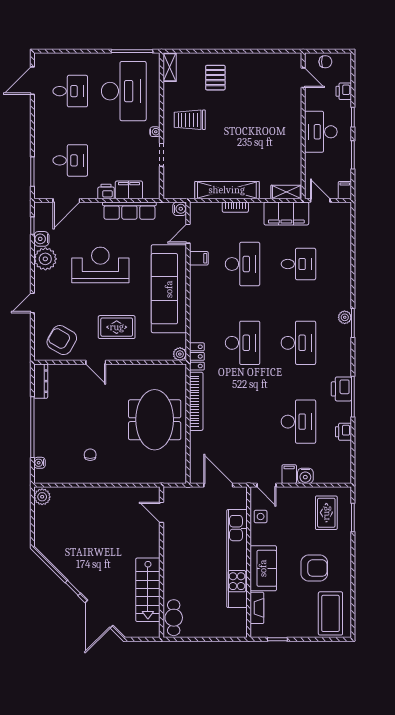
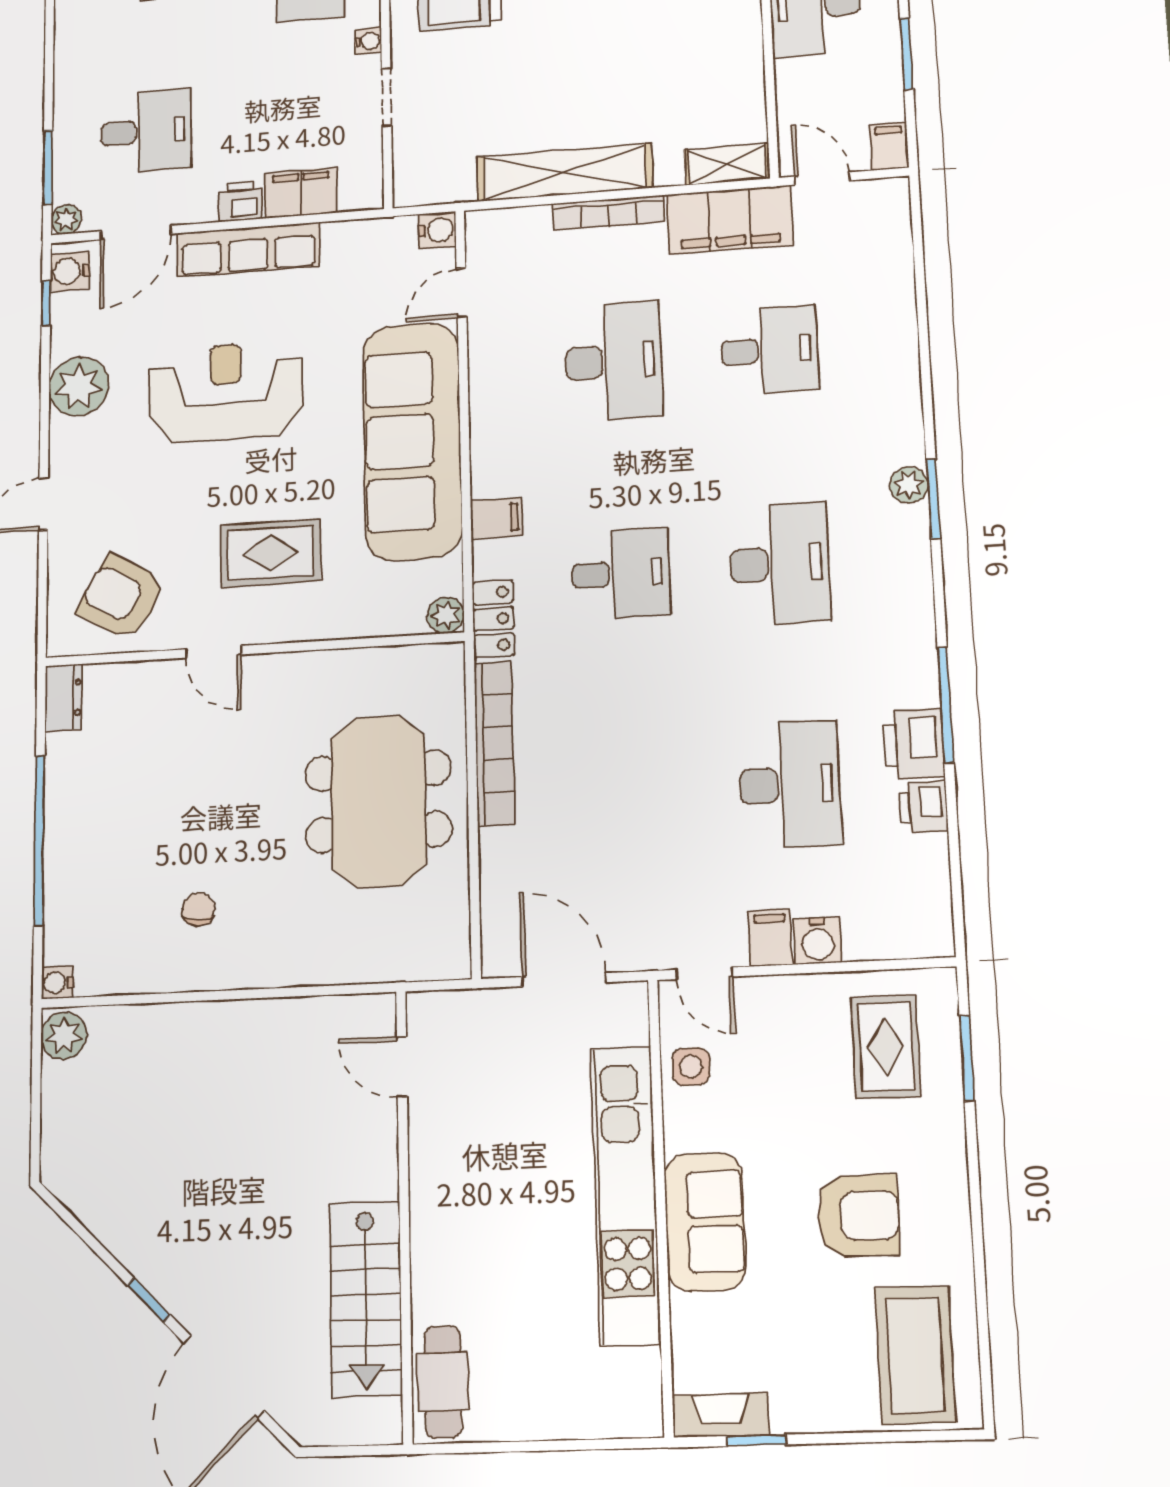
plant: (40, 193) -> (66, 219), added
bookcase: (235, 207) -> (609, 213), width x1.56
row of seats: (129, 211) -> (248, 250), moved
water cooler: (41, 239) -> (70, 271), moved
filing cabinet: (199, 258) -> (496, 518), moved
desk: (243, 343) -> (621, 574), width x0.73
dresser: (41, 381) -> (64, 698), width x0.70
printer: (341, 389) -> (914, 744), moved
water cooler: (40, 463) -> (57, 983), moved
fireplace: (257, 608) -> (721, 1415), moved, turned -90

